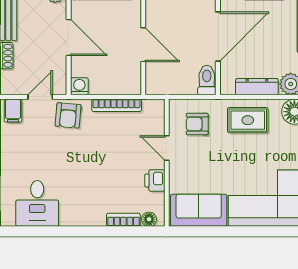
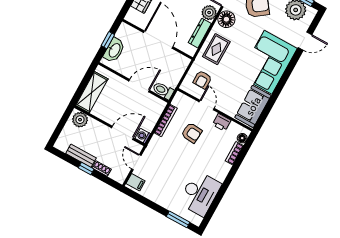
door: (69, 37) -> (122, 133), moved
toilet: (207, 80) -> (163, 91), moved
armchair: (68, 115) -> (192, 133), moved
door: (167, 148) -> (207, 105), swing flipped
desk: (37, 203) -> (200, 193), width x1.37

